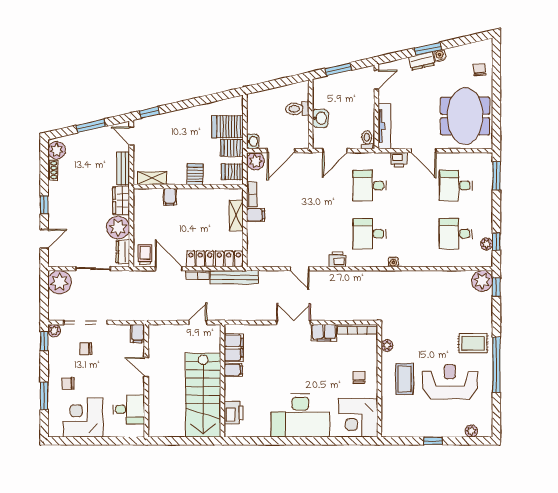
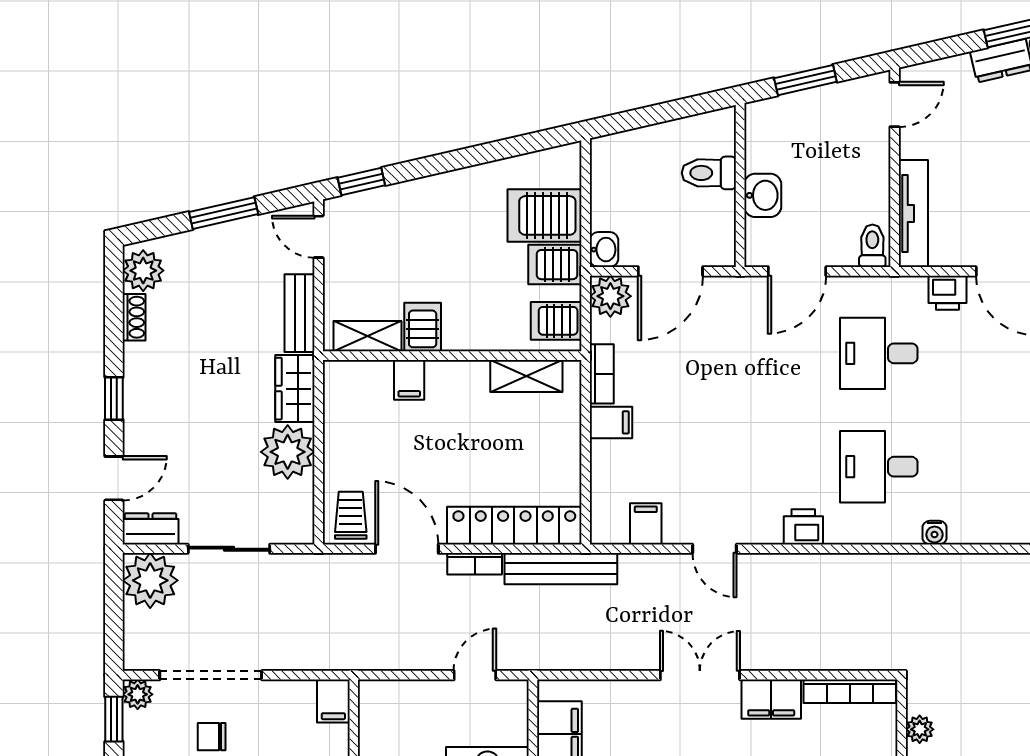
server rack: (195, 174) -> (423, 327), moved
shelving: (236, 215) -> (526, 376), moved, turned 90
dresser: (123, 252) -> (151, 529), moved, turned 90
filing cabinet: (270, 258) -> (646, 524), added

